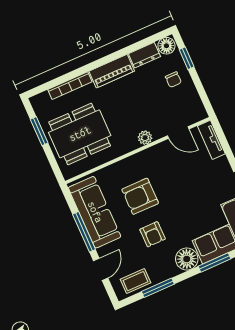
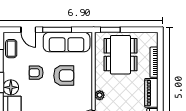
window: (39, 131) -> (110, 30), moved
armchair: (140, 196) -> (64, 76), turned 90

